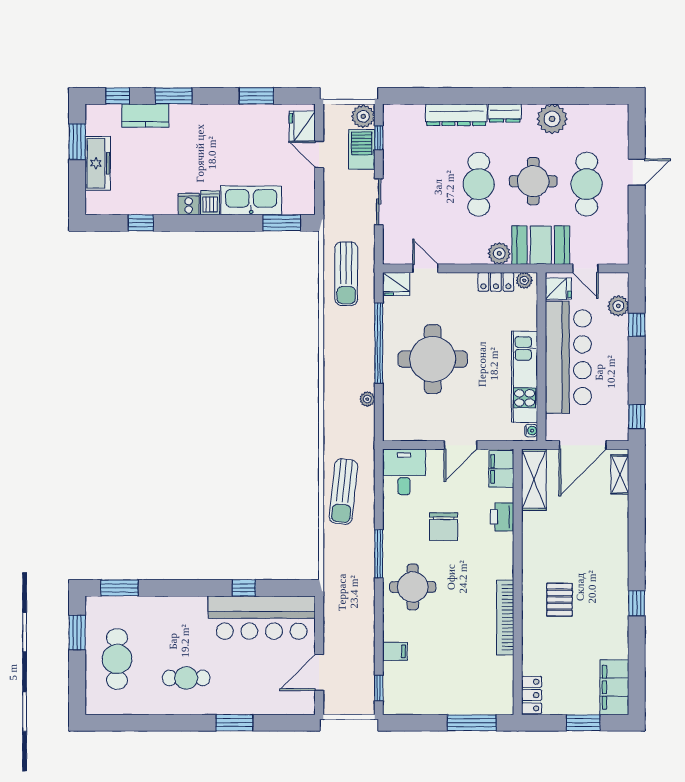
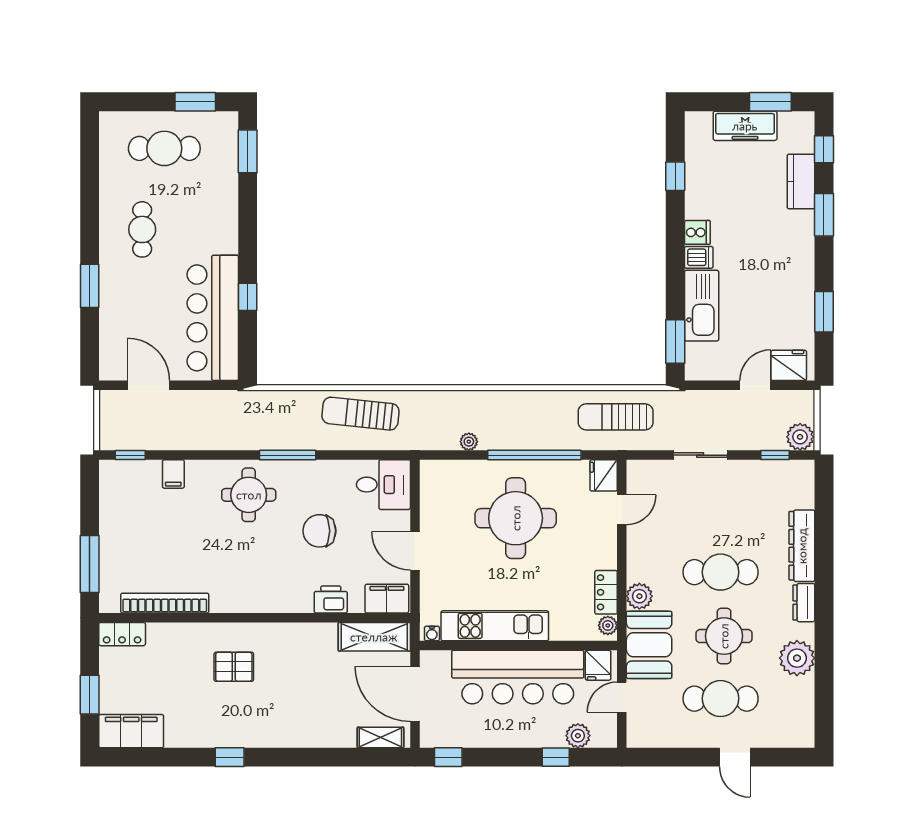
barbecue: (362, 149) -> (761, 435), removed
bookcase: (505, 617) -> (165, 603), moved

